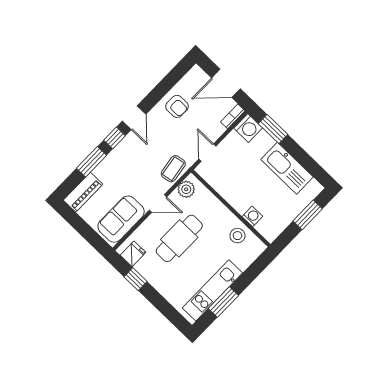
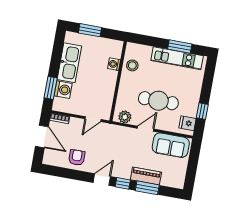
washing machine: (248, 128) -> (63, 90), moved, turned 90
coffee table: (173, 169) -> (117, 134), removed
piano: (83, 192) -> (146, 176), moved
door: (158, 204) -> (146, 129), hinge flipped

